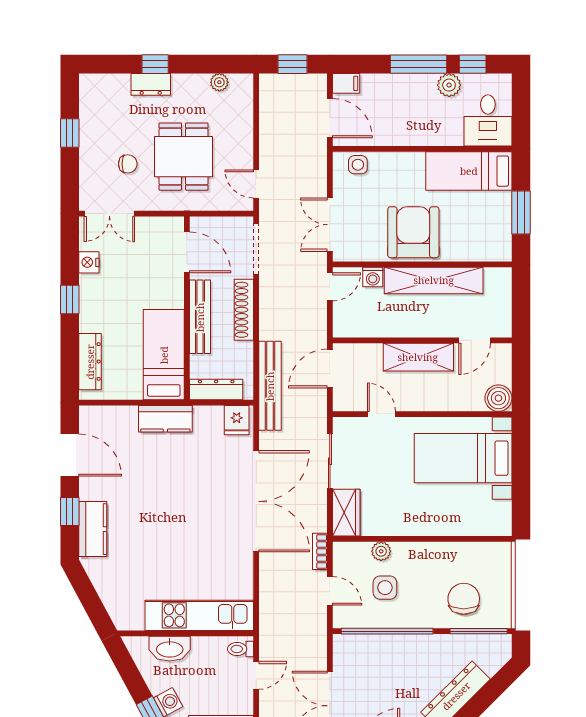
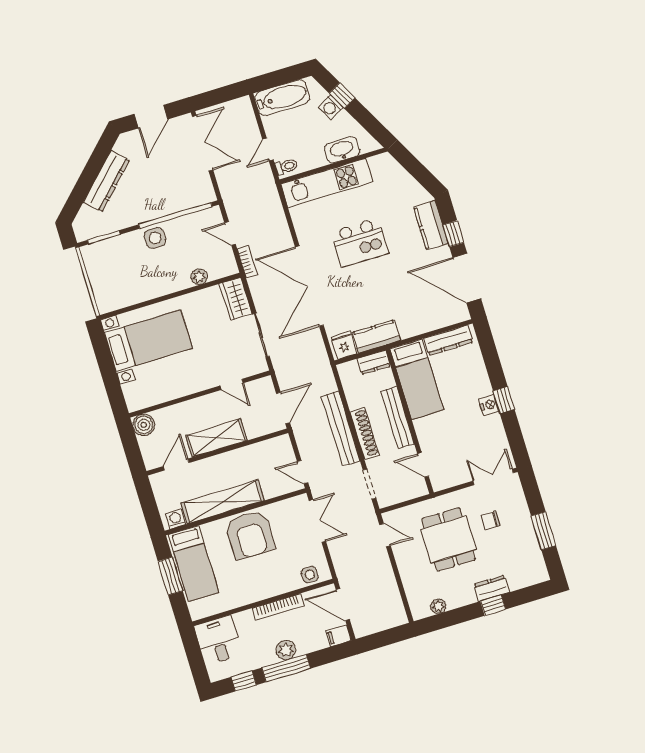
window: (292, 64) -> (385, 638), removed
plant: (449, 85) -> (286, 650), moved
window: (70, 133) -> (543, 531), width x1.50
bookcase: (406, 138) -> (278, 607), added
bed: (469, 171) -> (194, 564), moved, turned 90
doorway: (256, 249) -> (369, 484), width x0.73
door: (187, 252) -> (423, 465), width x0.73
nightstand: (89, 262) -> (489, 405), moved
washing machine: (373, 277) -> (176, 519), moved
door: (330, 287) -> (303, 472), hinge flipped
dresser: (90, 362) -> (448, 340), moved, turned -90
bench: (270, 386) -> (341, 429), moved
dresser: (216, 390) -> (374, 362), width x0.70
kitchen counter: (165, 419) -> (376, 336), moved
door: (70, 455) -> (467, 278), width x1.36
bed with nightstands: (463, 458) -> (148, 340), moved
kitchen island: (182, 534) -> (360, 243), added
side table: (385, 588) -> (155, 238), moved
chair: (464, 599) -> (123, 259), removed
window: (479, 631) -> (104, 237), width x0.69

